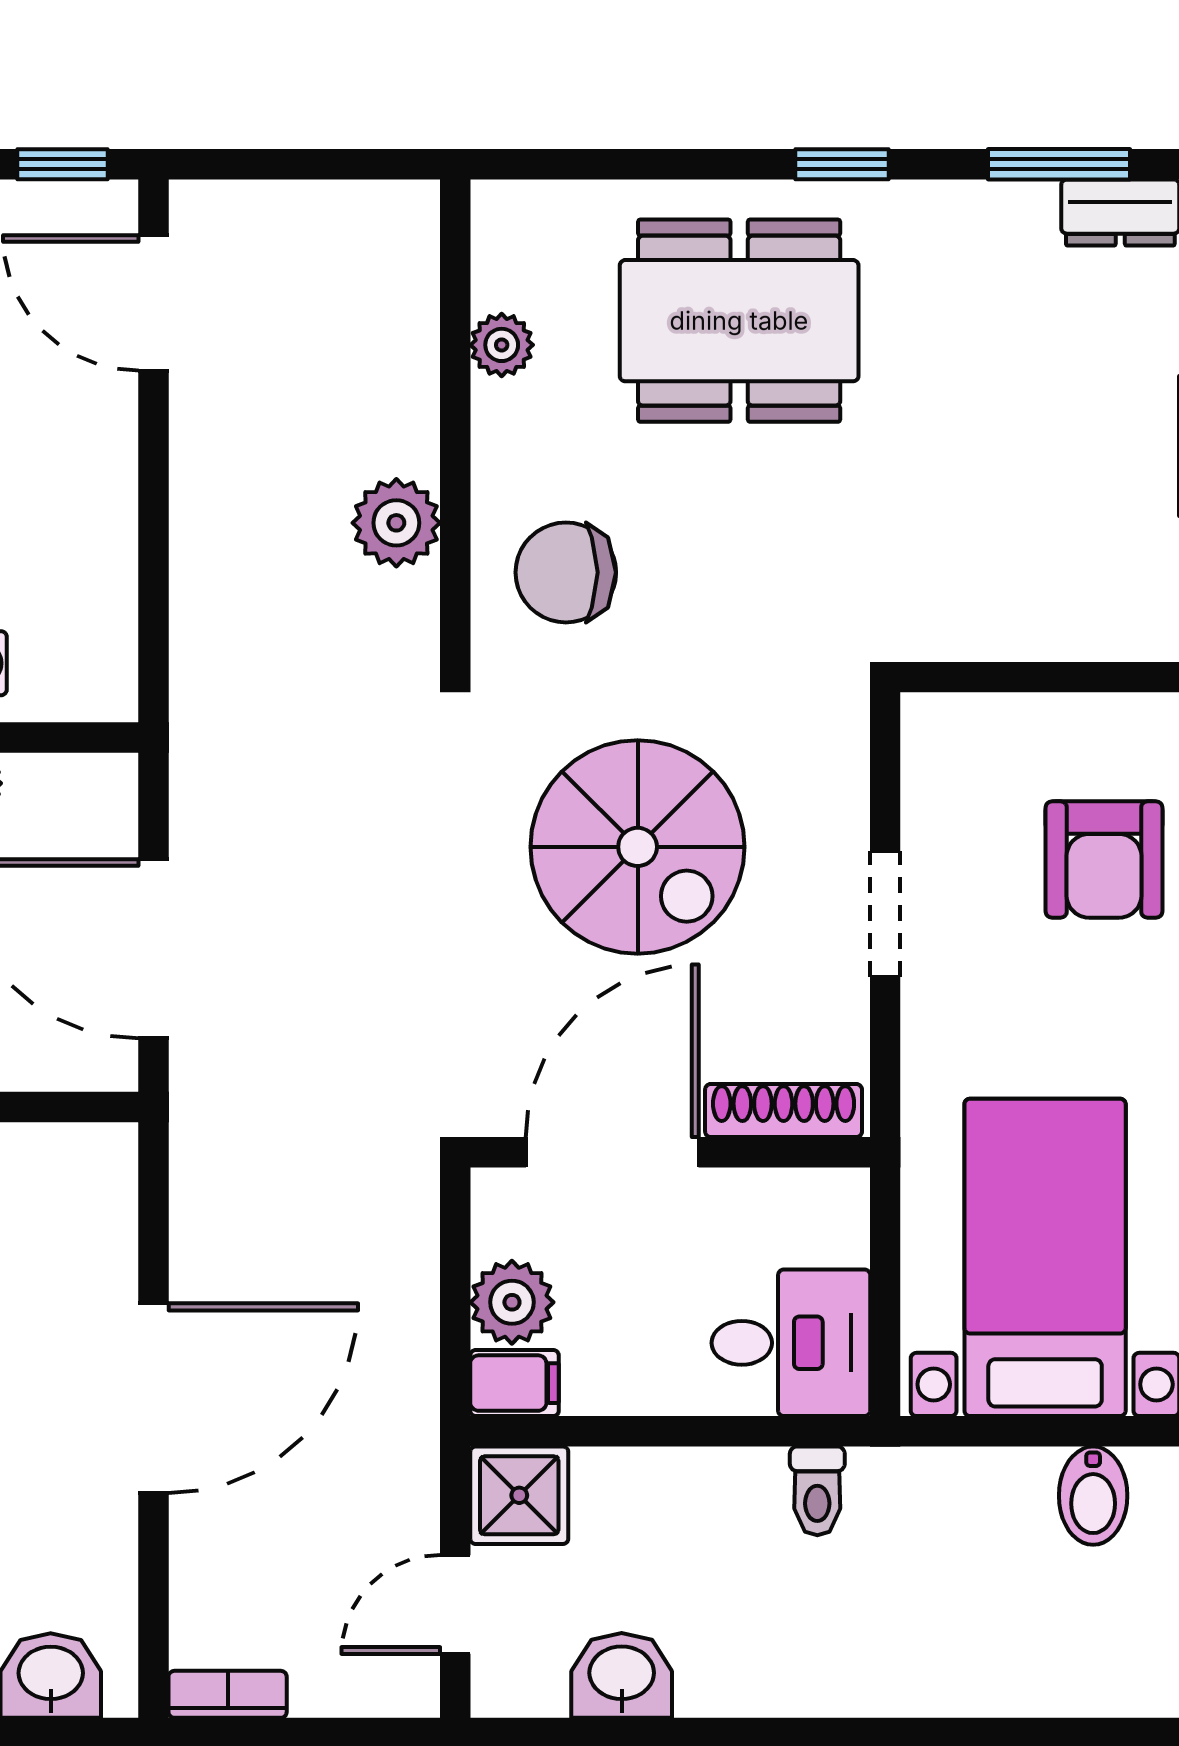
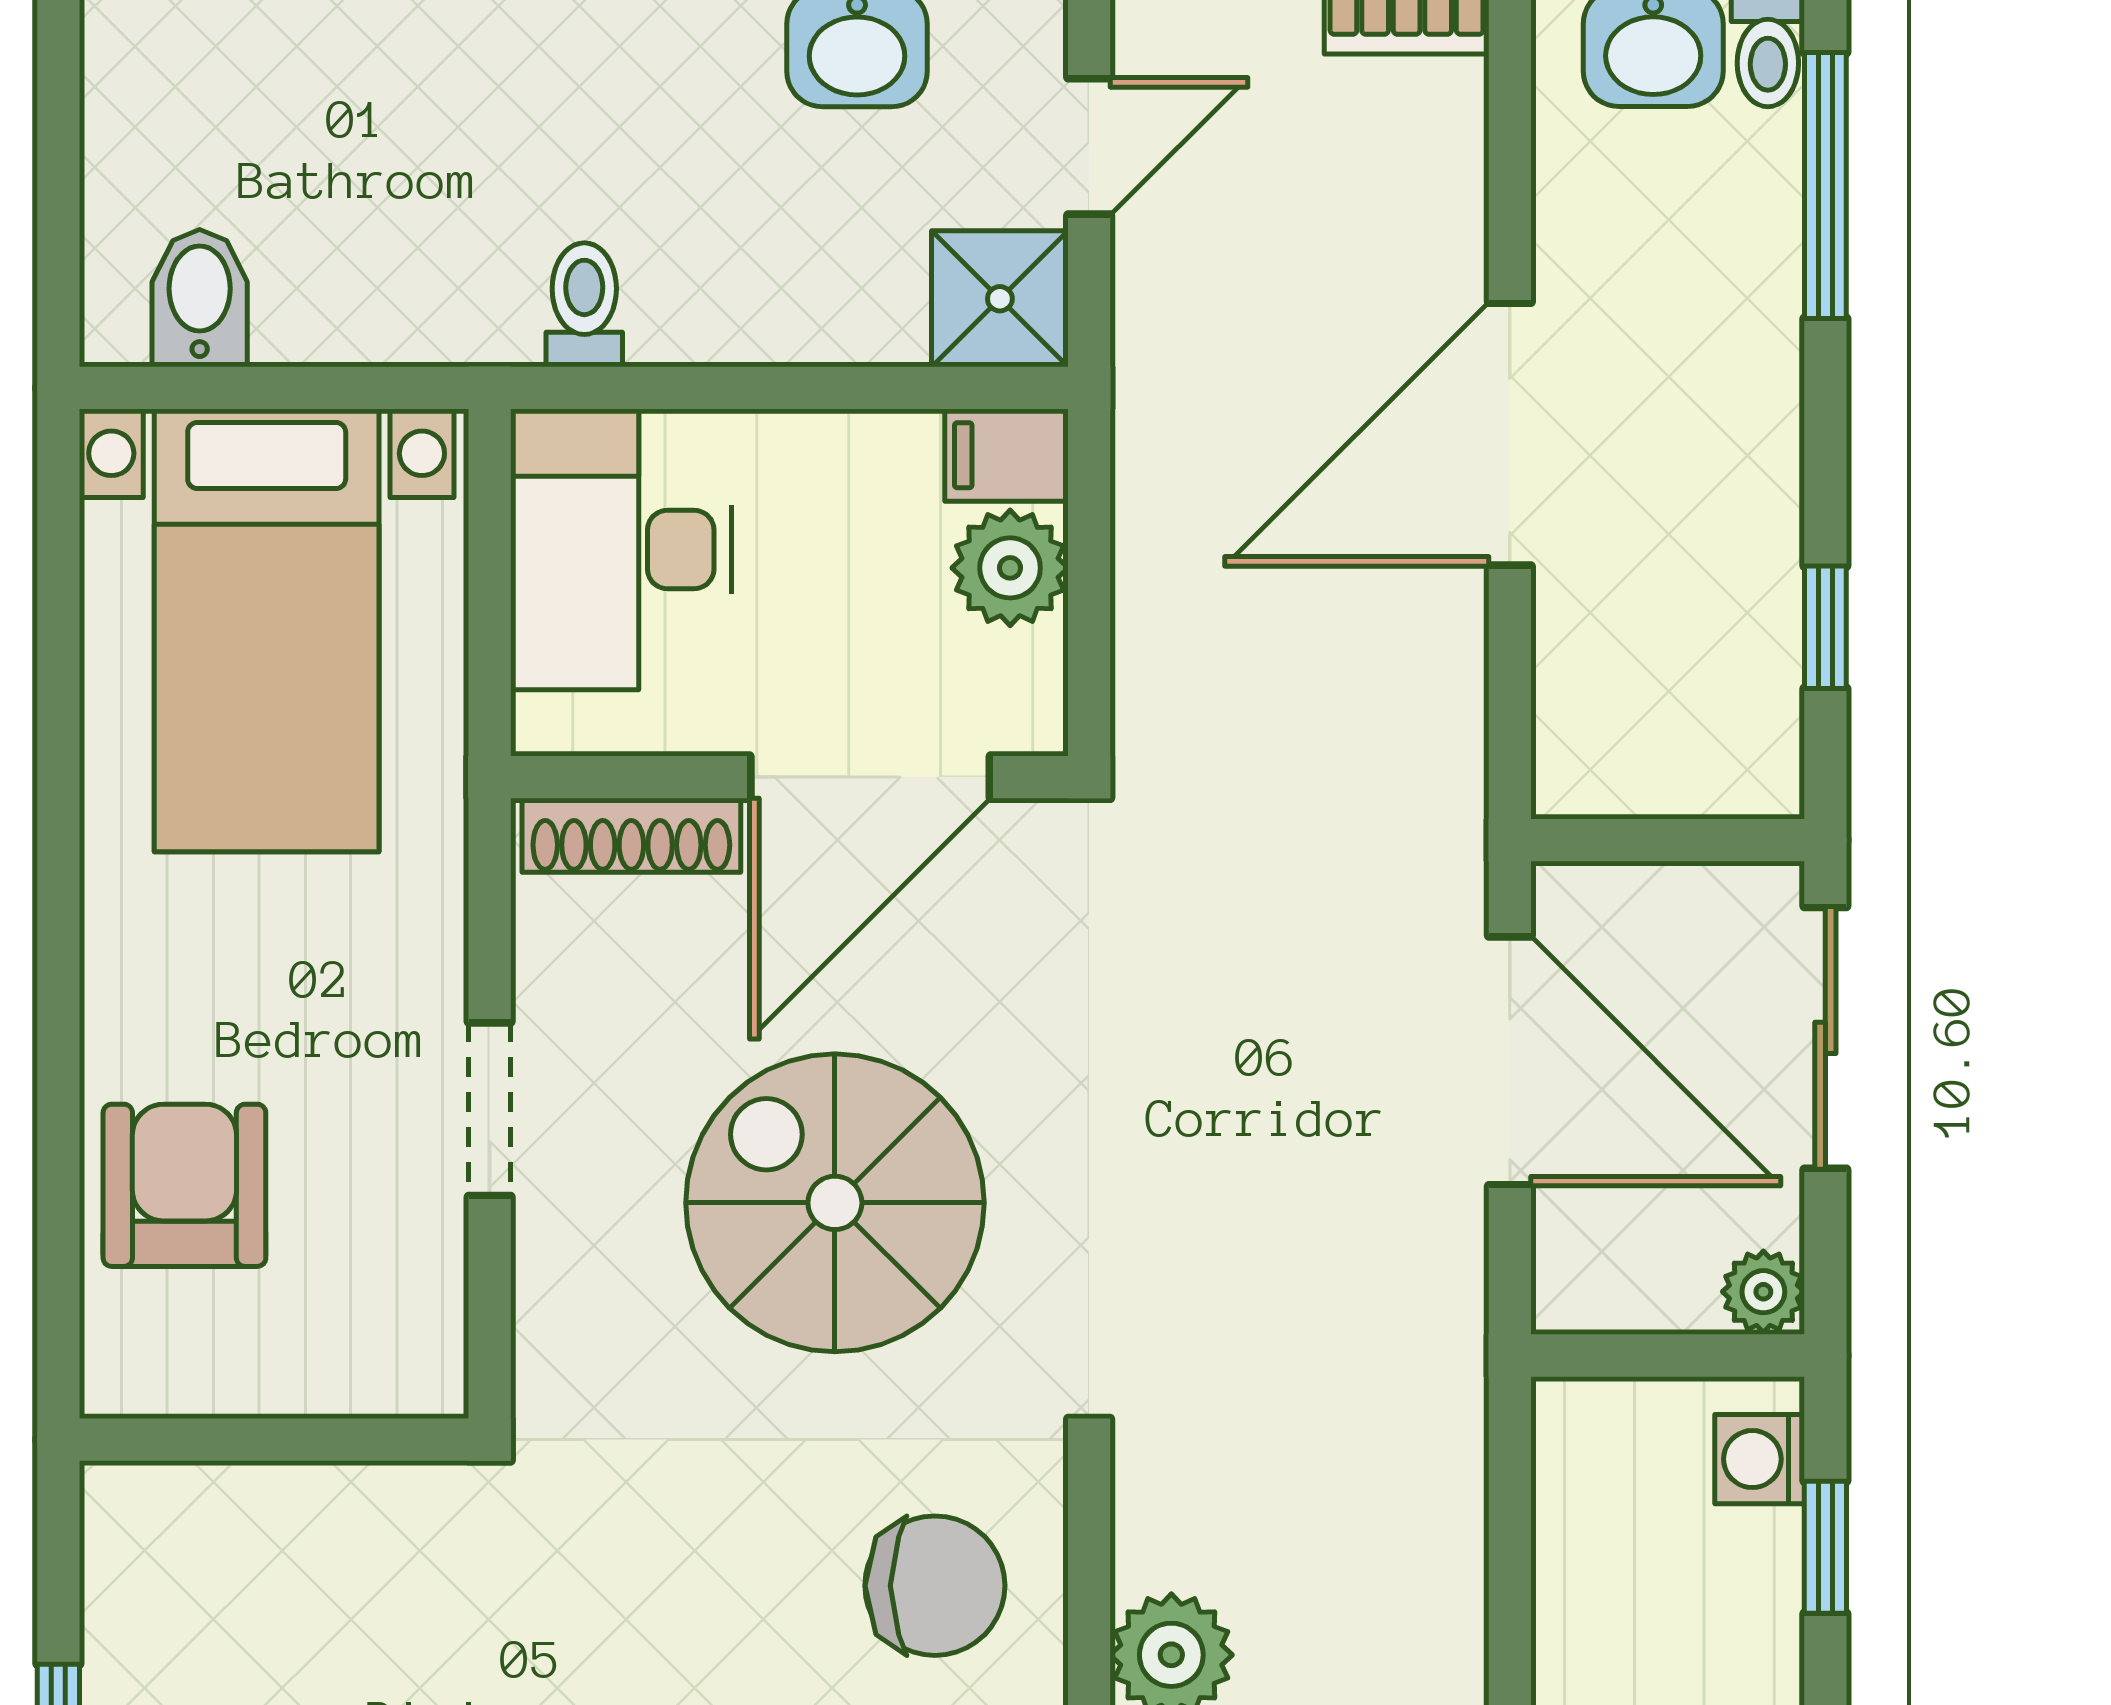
desk: (791, 1343) -> (621, 549), width x1.37

